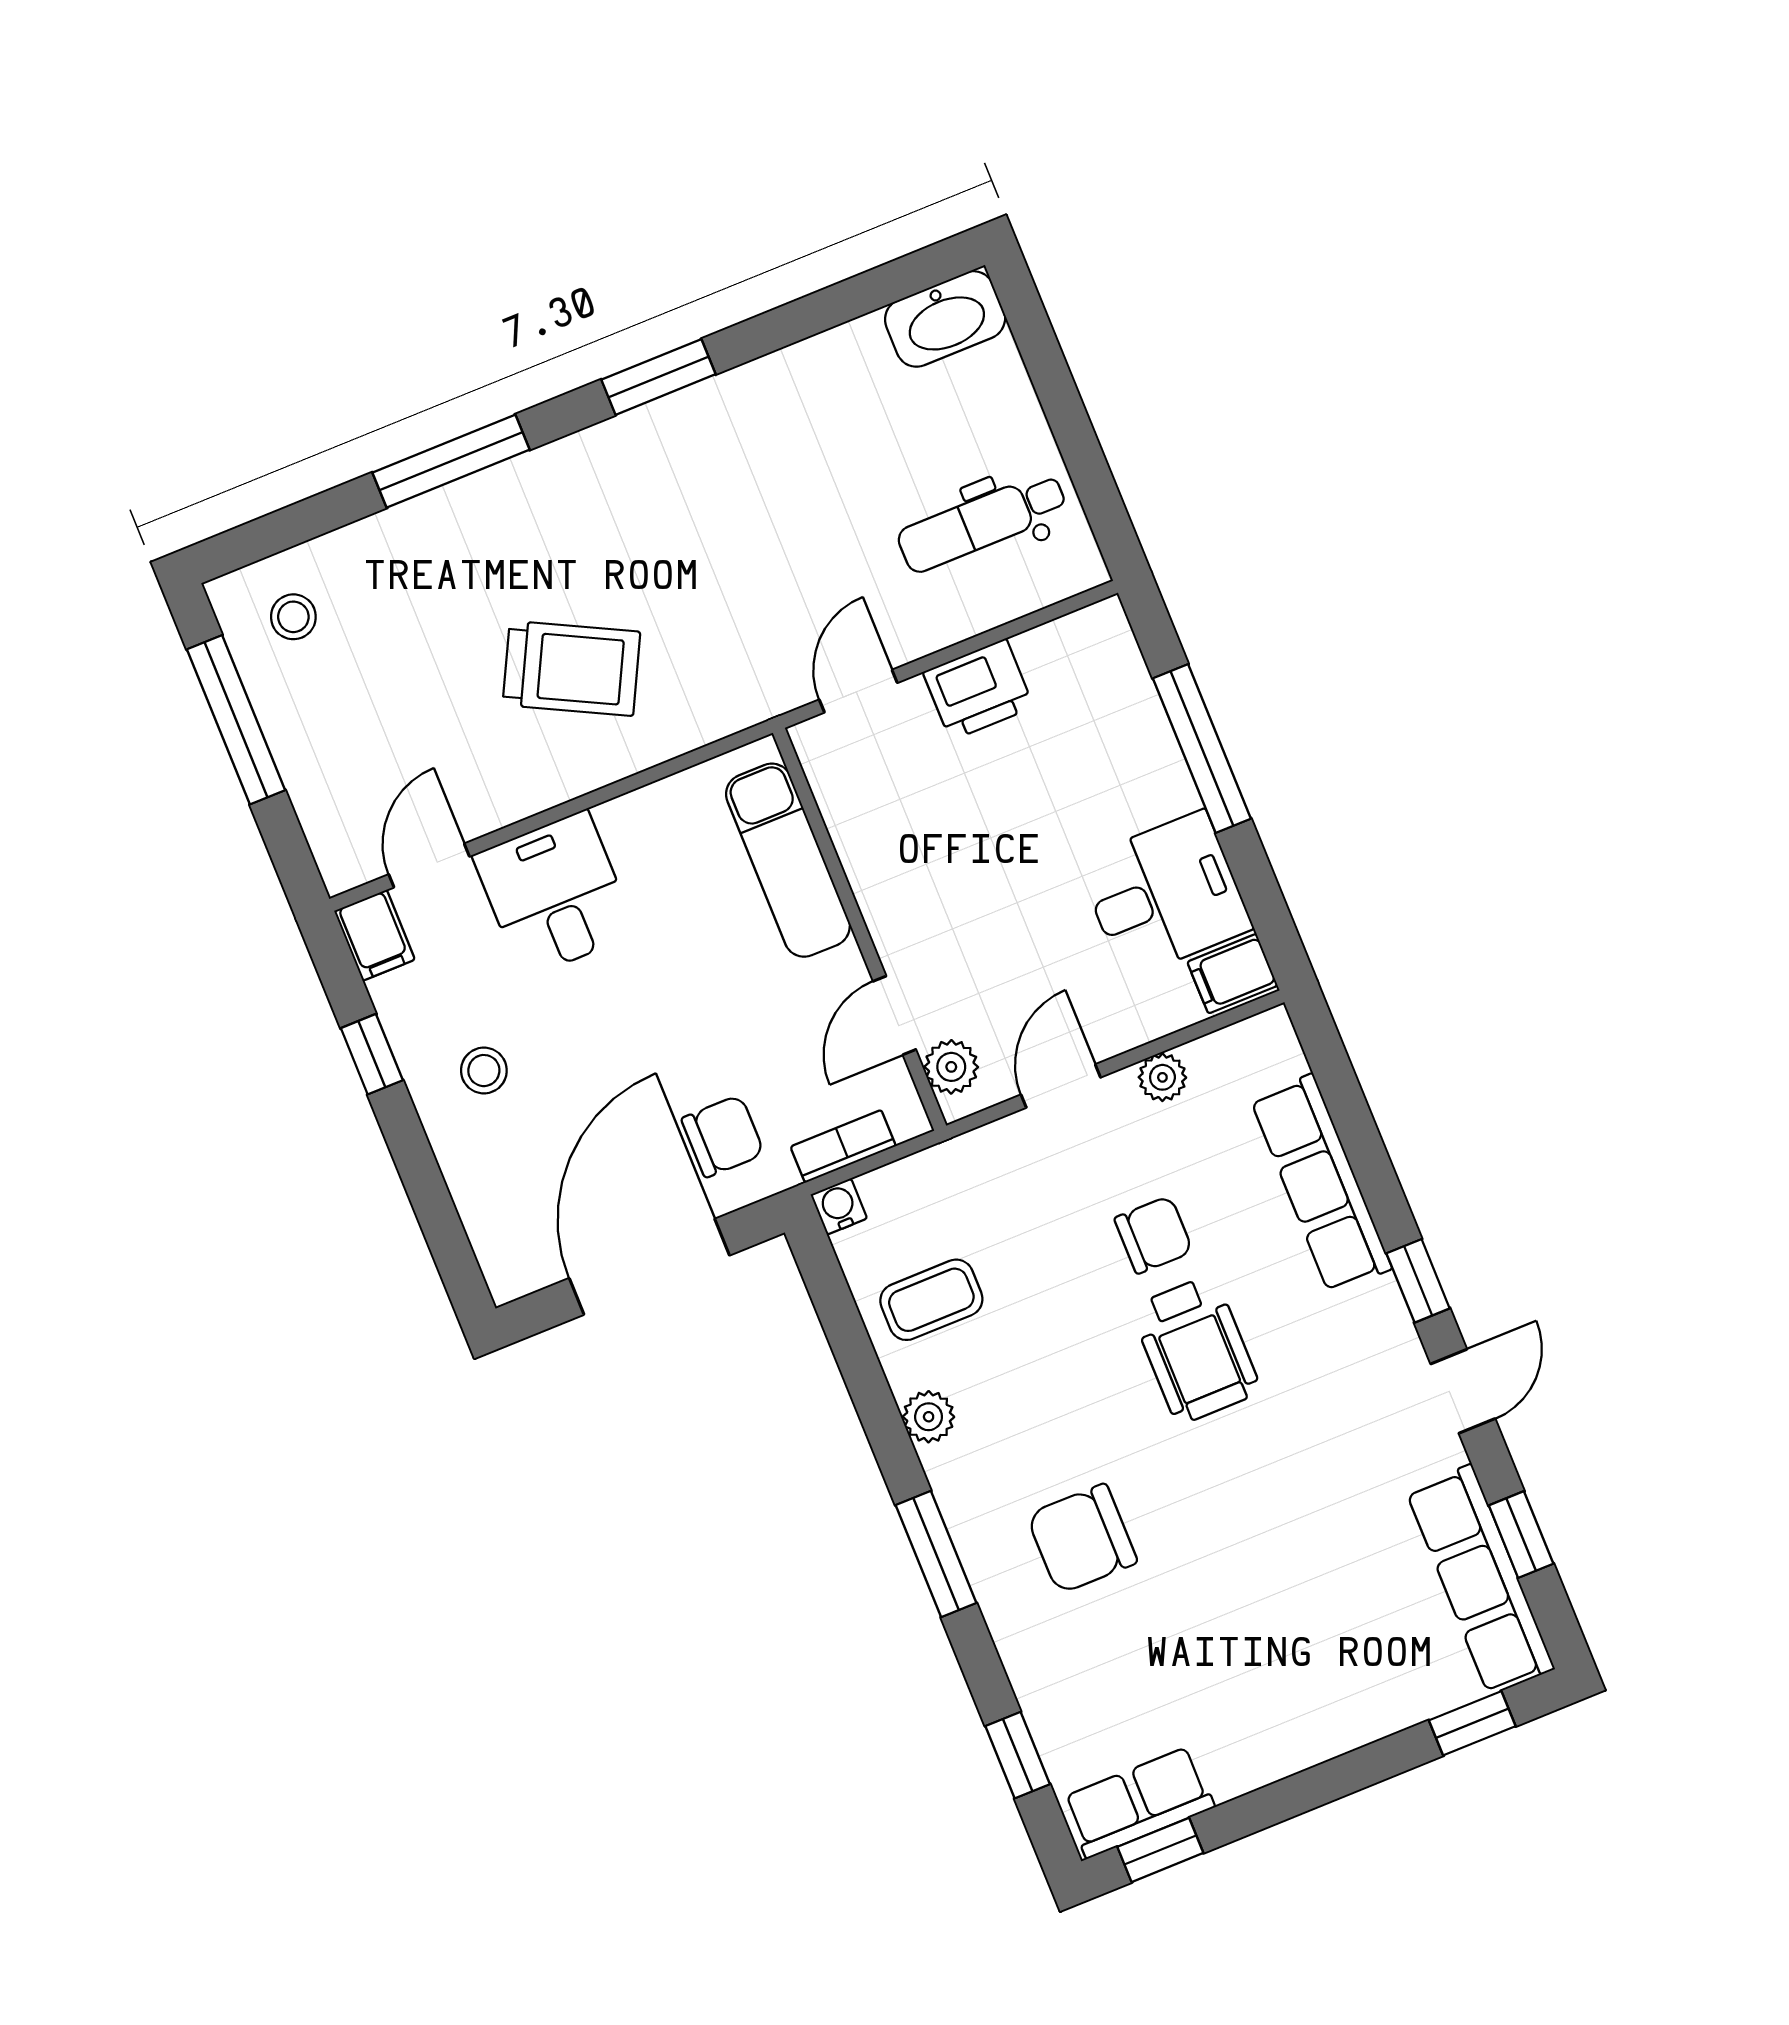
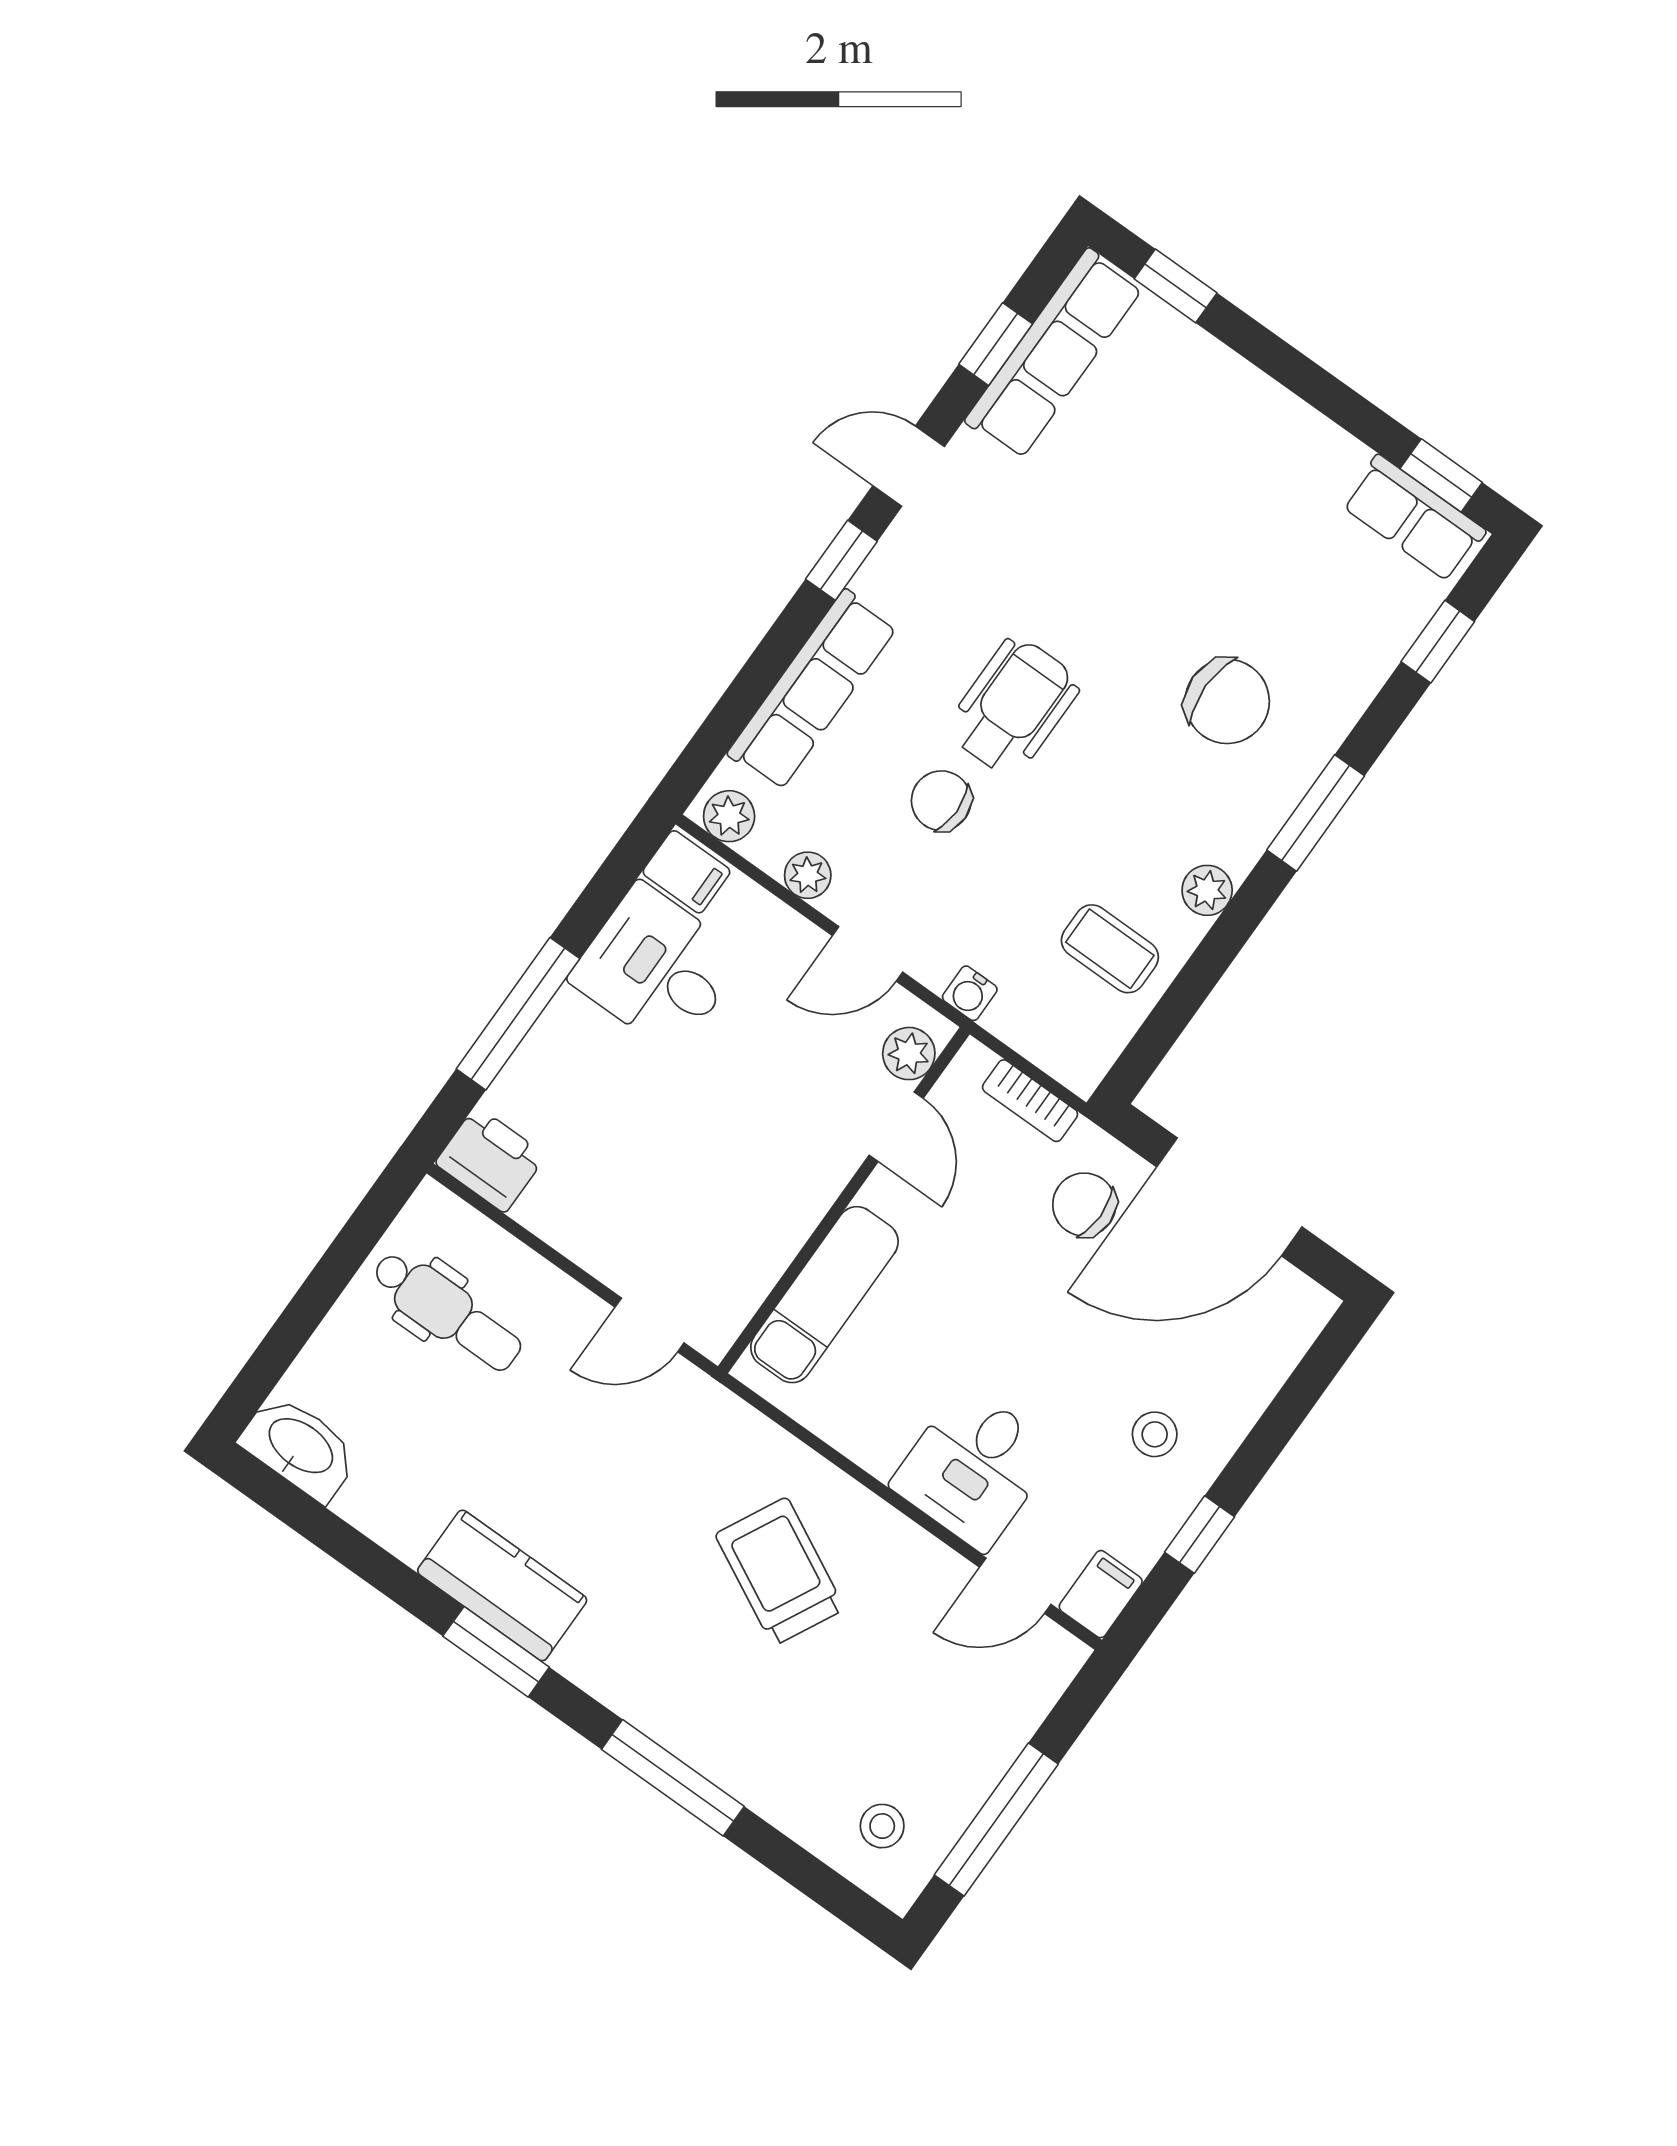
kitchen counter: (713, 419) -> (502, 1585), added
printer: (978, 690) -> (490, 1159), moved
door: (895, 1015) -> (896, 1127), hinge flipped
plant: (1257, 1041) -> (729, 816), added
water cooler: (839, 1207) -> (970, 993), moved

